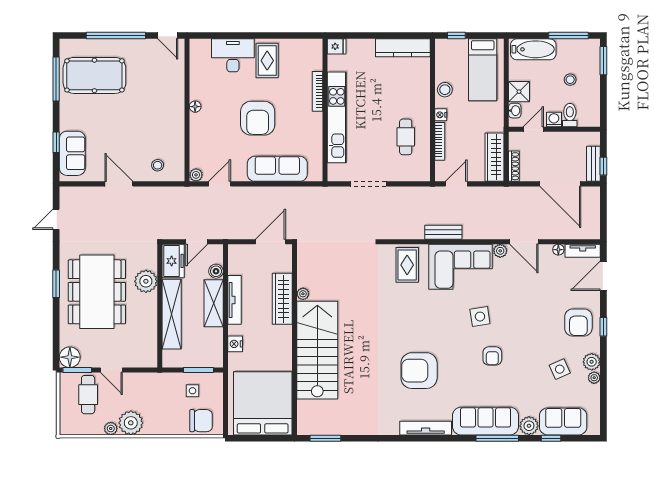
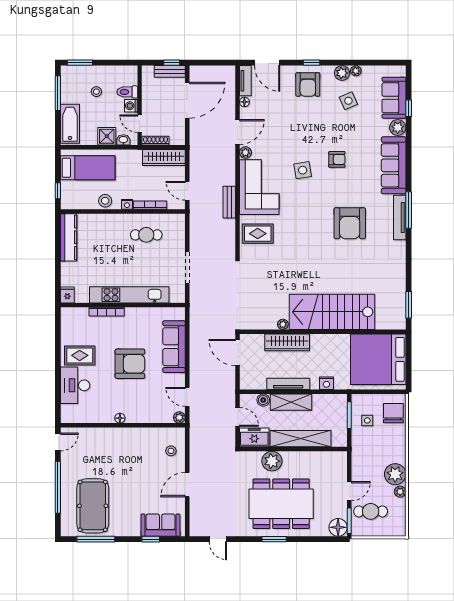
shoe rack: (514, 166) -> (156, 141), moved
armchair: (578, 323) -> (308, 84), turned 90
window: (497, 438) -> (409, 210), moved

